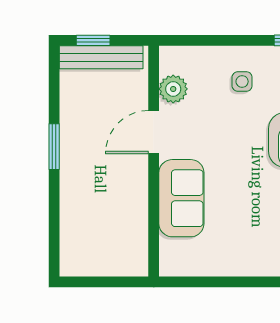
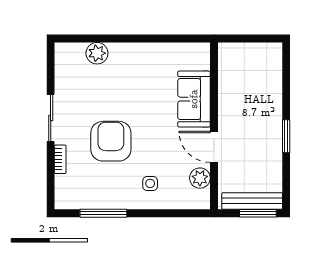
window: (93, 40) -> (258, 213), width x1.50
door: (154, 132) -> (214, 147), swing flipped

